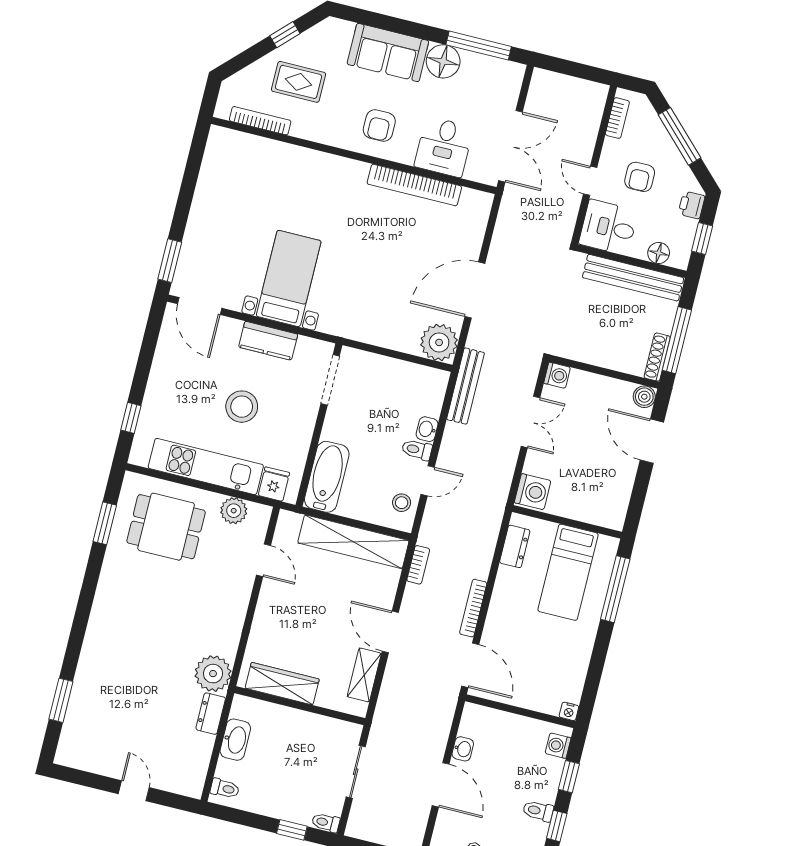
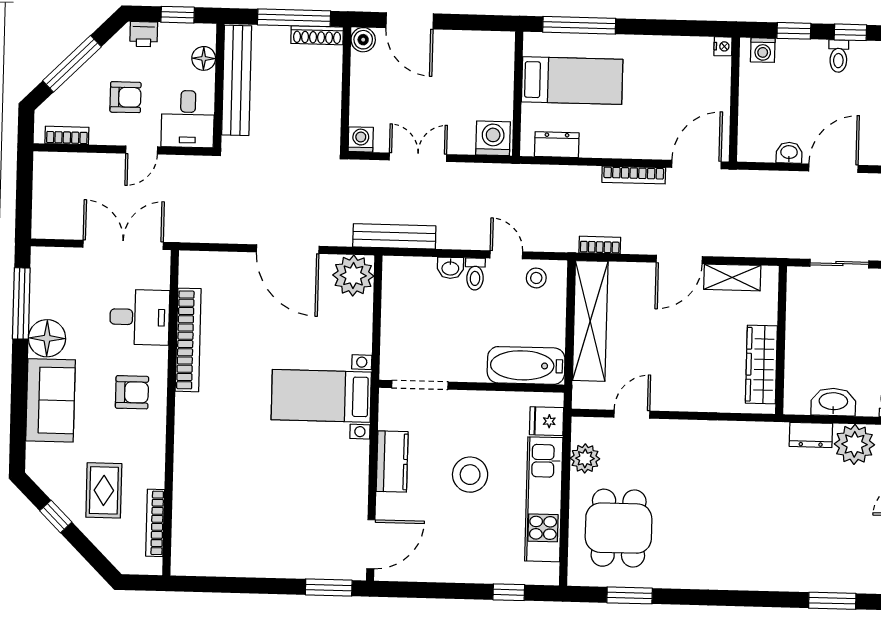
bed with nightstands: (289, 278) -> (321, 396), moved
door: (652, 441) -> (410, 21), hinge flipped
plant: (213, 674) -> (854, 444), moved

